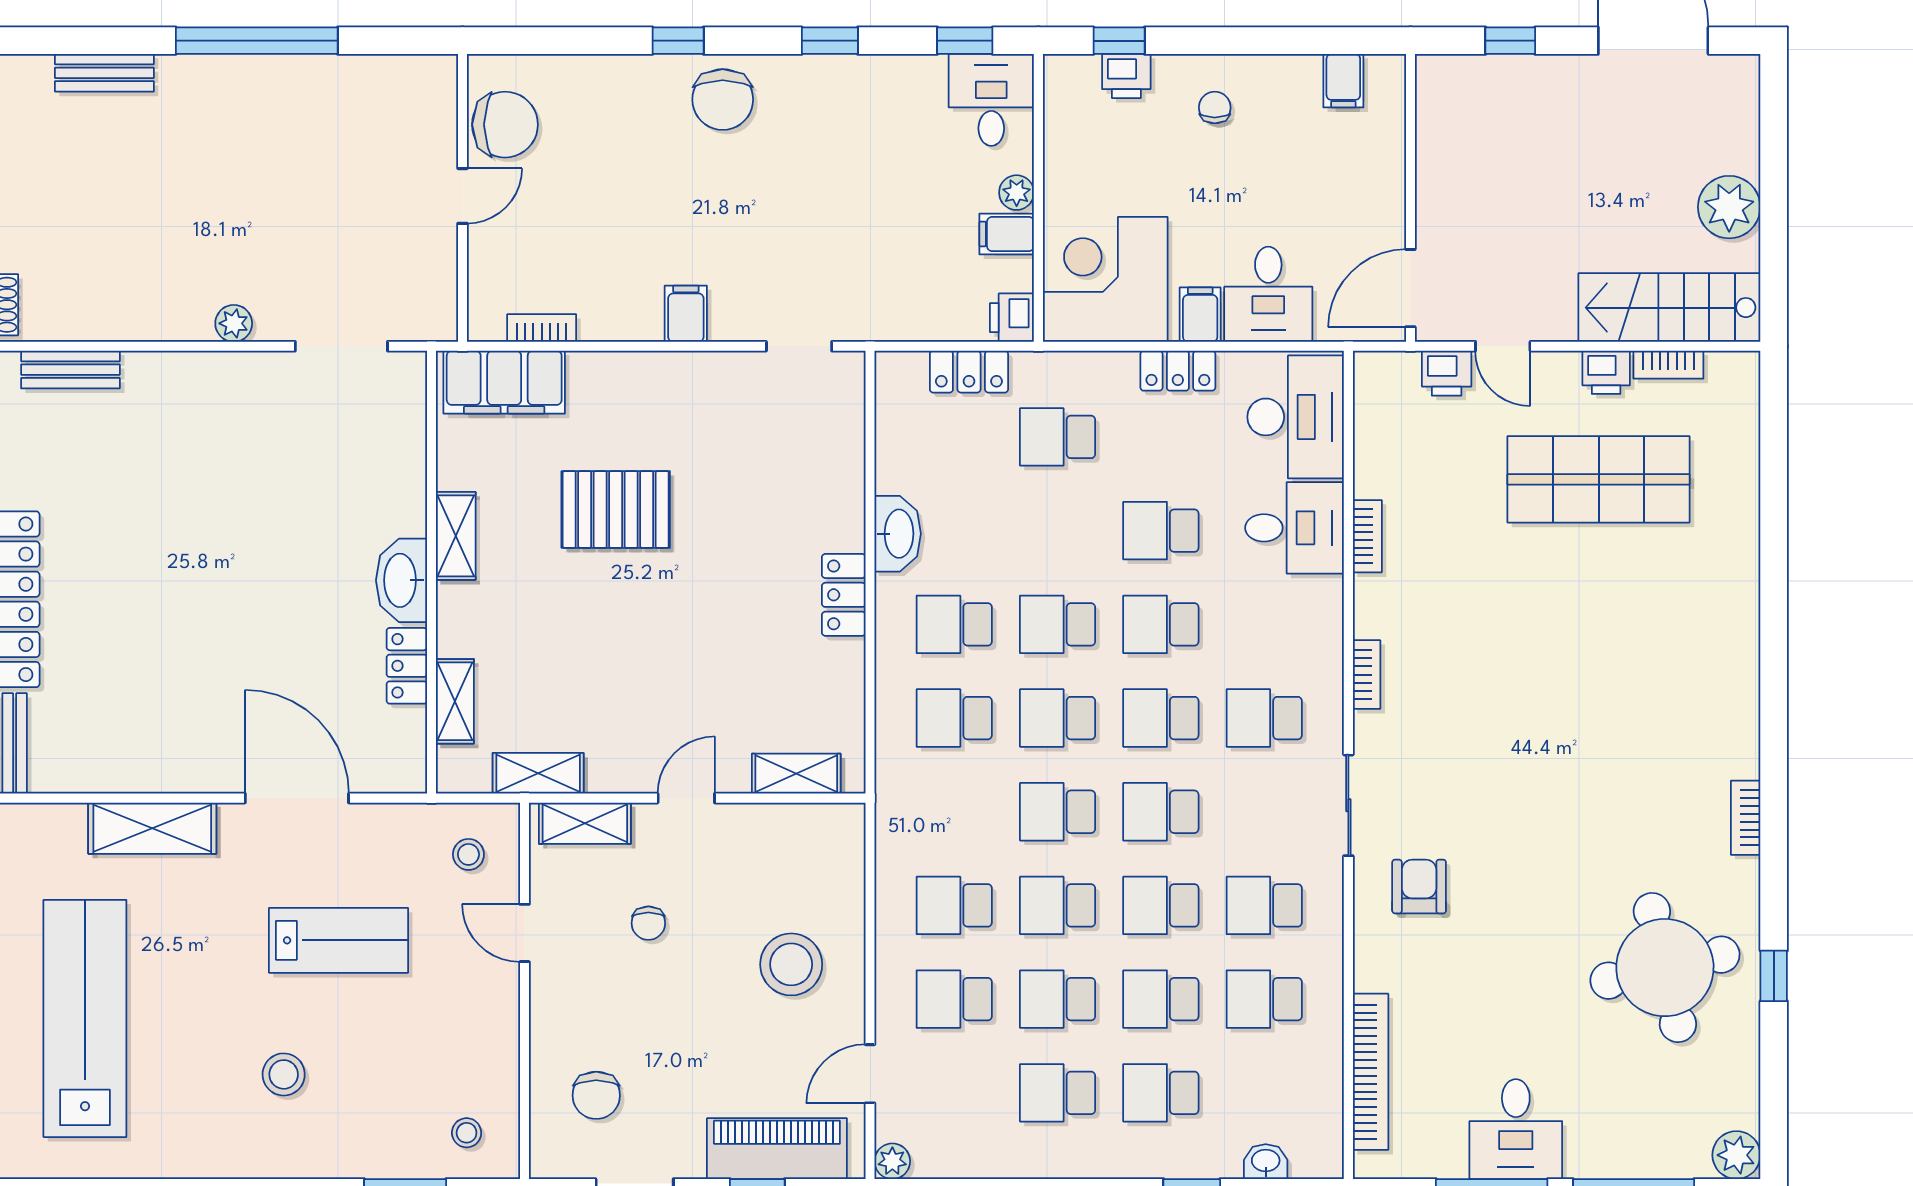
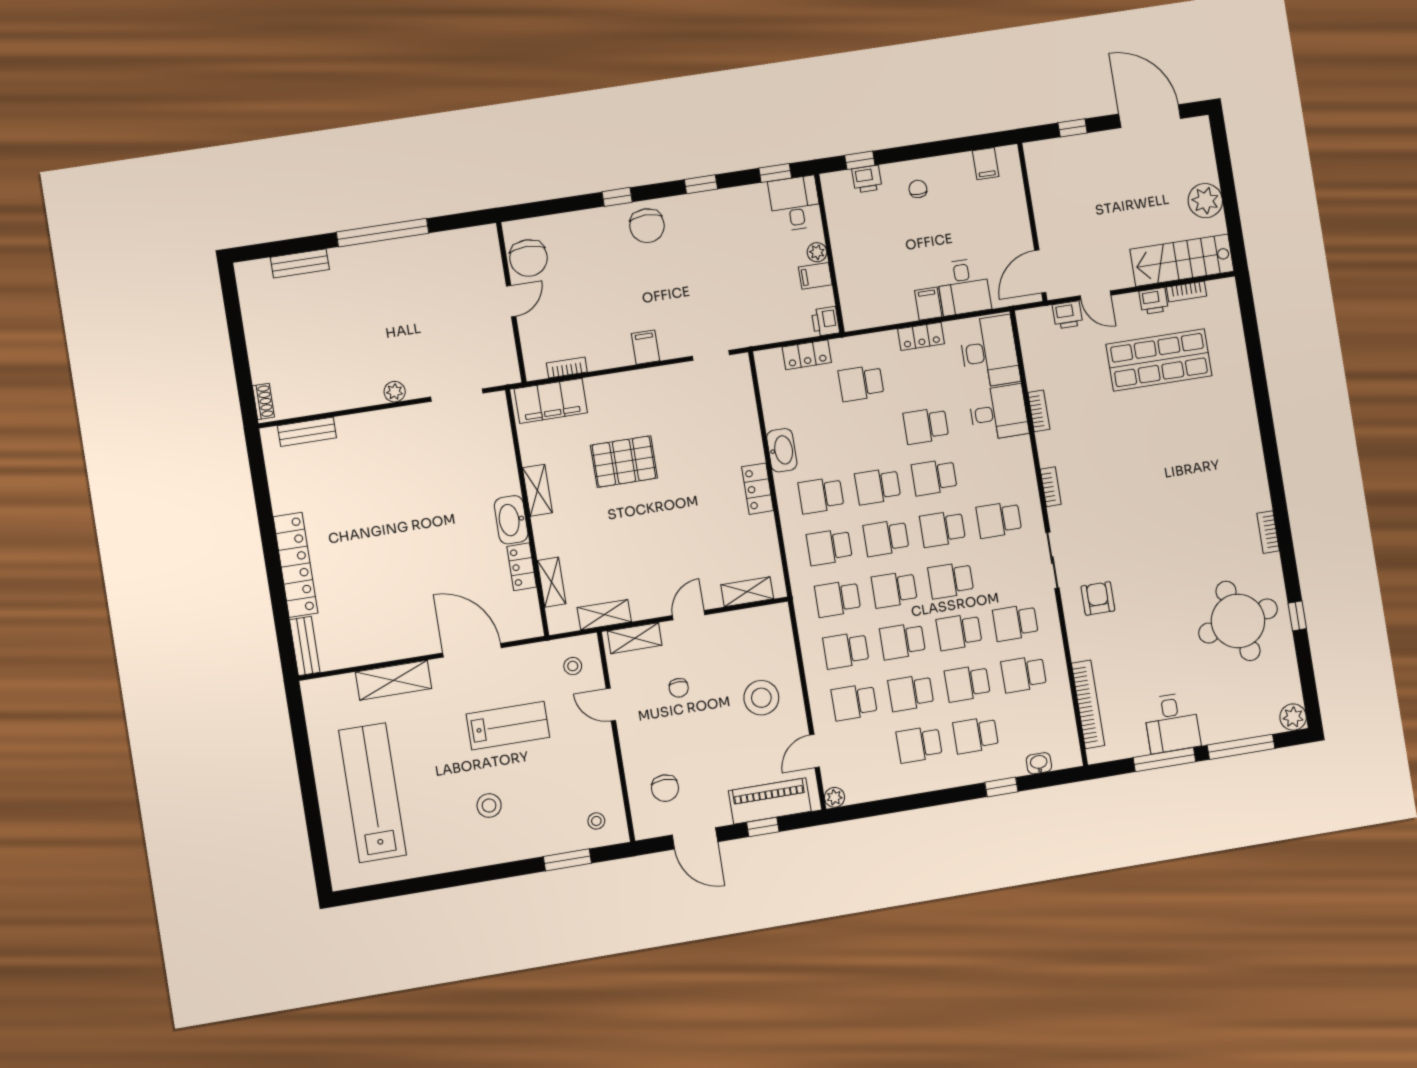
chair: (505, 125) -> (528, 258), turned 90
corner desk: (1105, 279) -> (873, 292), removed
school desk: (954, 812) -> (838, 599), added

